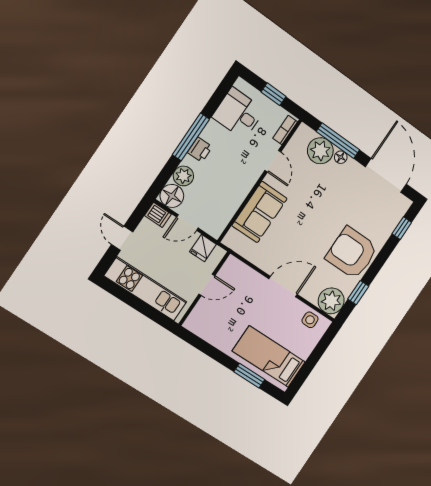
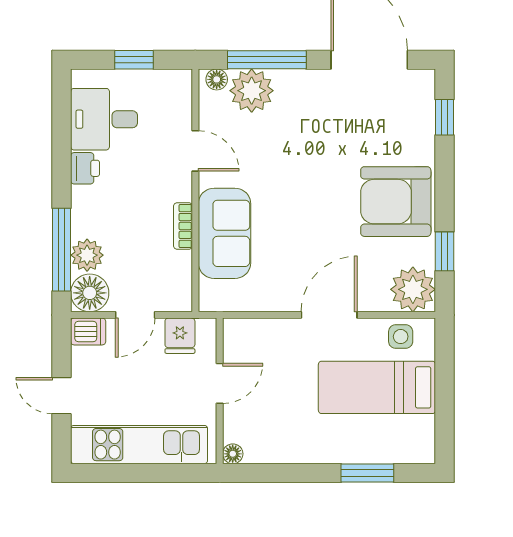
bookcase: (285, 130) -> (183, 226), moved
window: (191, 137) -> (62, 250), moved
printer: (200, 150) -> (85, 168), moved
floor lamp: (341, 157) -> (217, 79), moved
floor lamp: (190, 324) -> (233, 454), added
bed: (269, 357) -> (377, 387), moved

